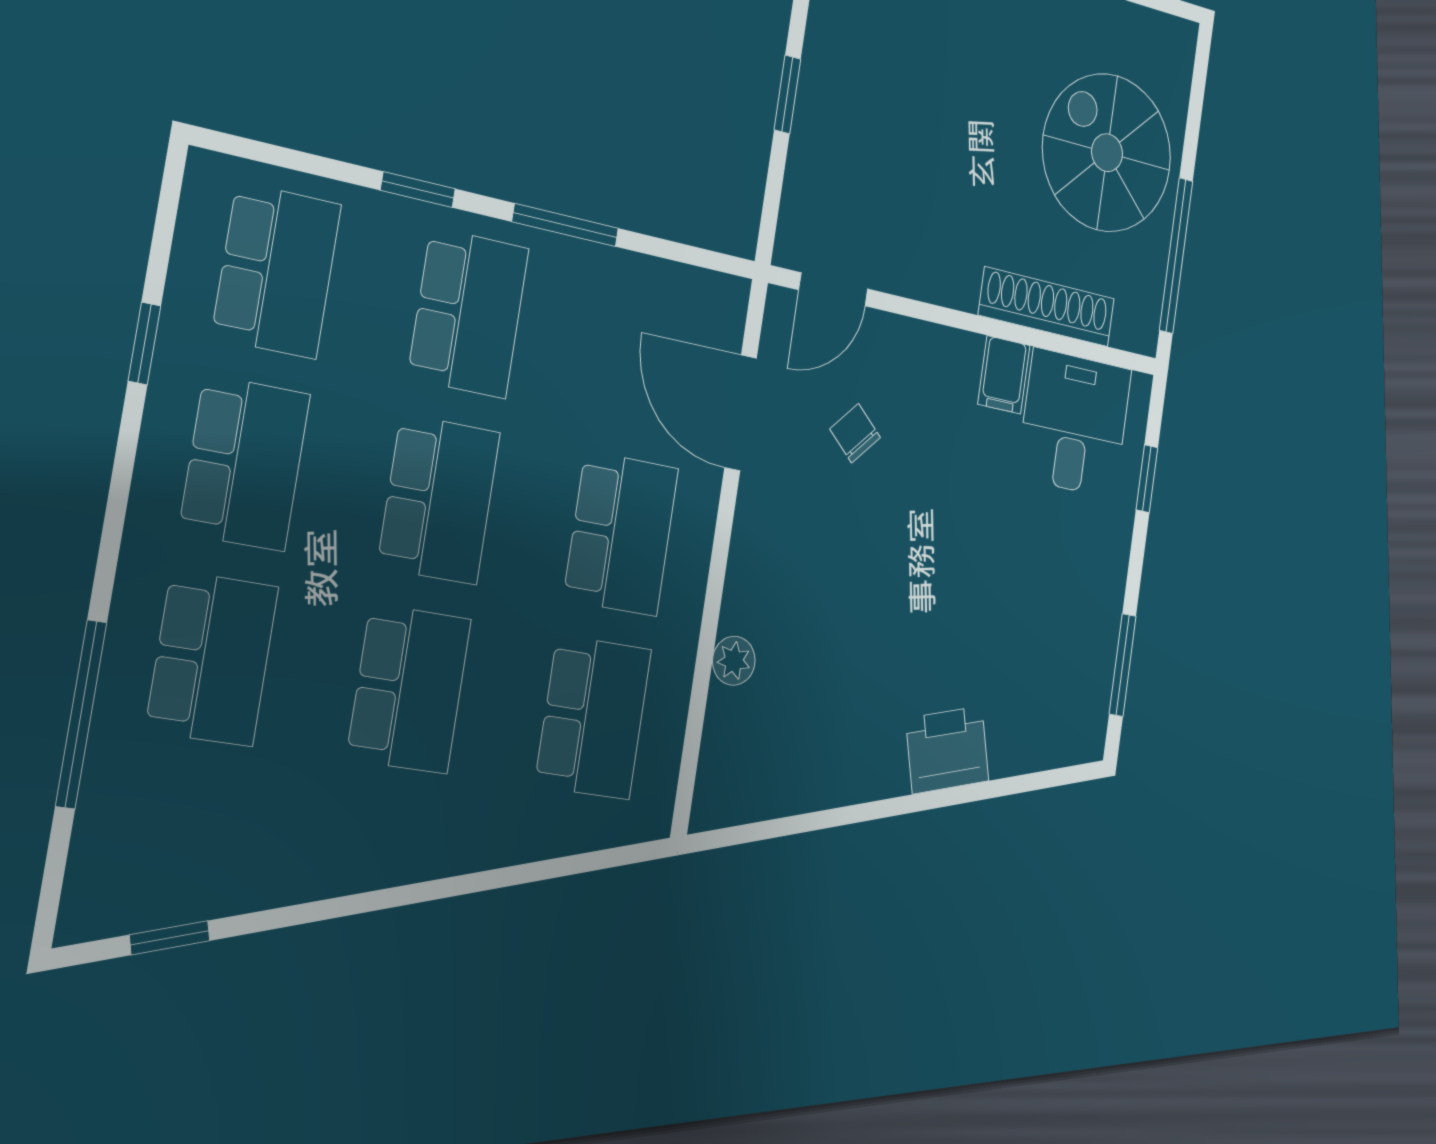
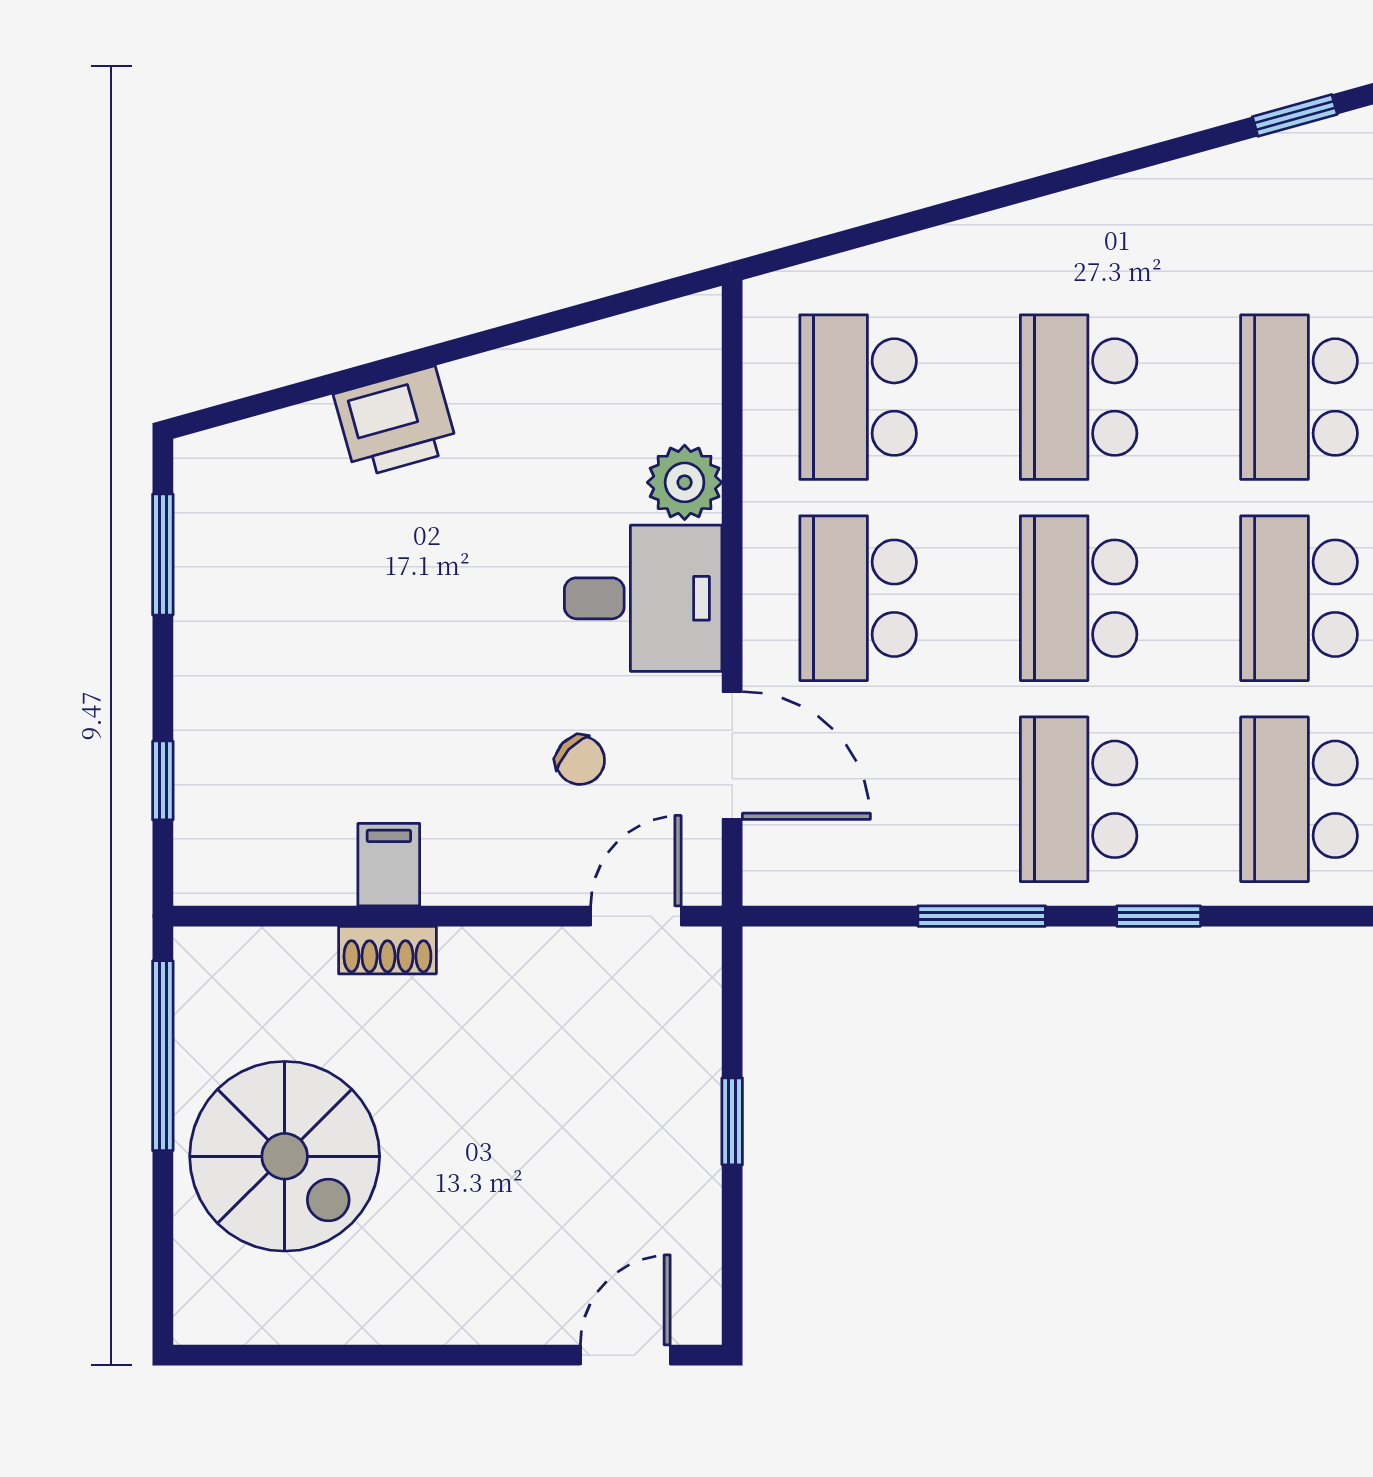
shoe rack: (1047, 307) -> (387, 950), width x0.51, depth x0.81
desk: (1074, 423) -> (643, 598), moved, turned -90
plant: (734, 661) -> (685, 482), width x1.38, depth x1.38

